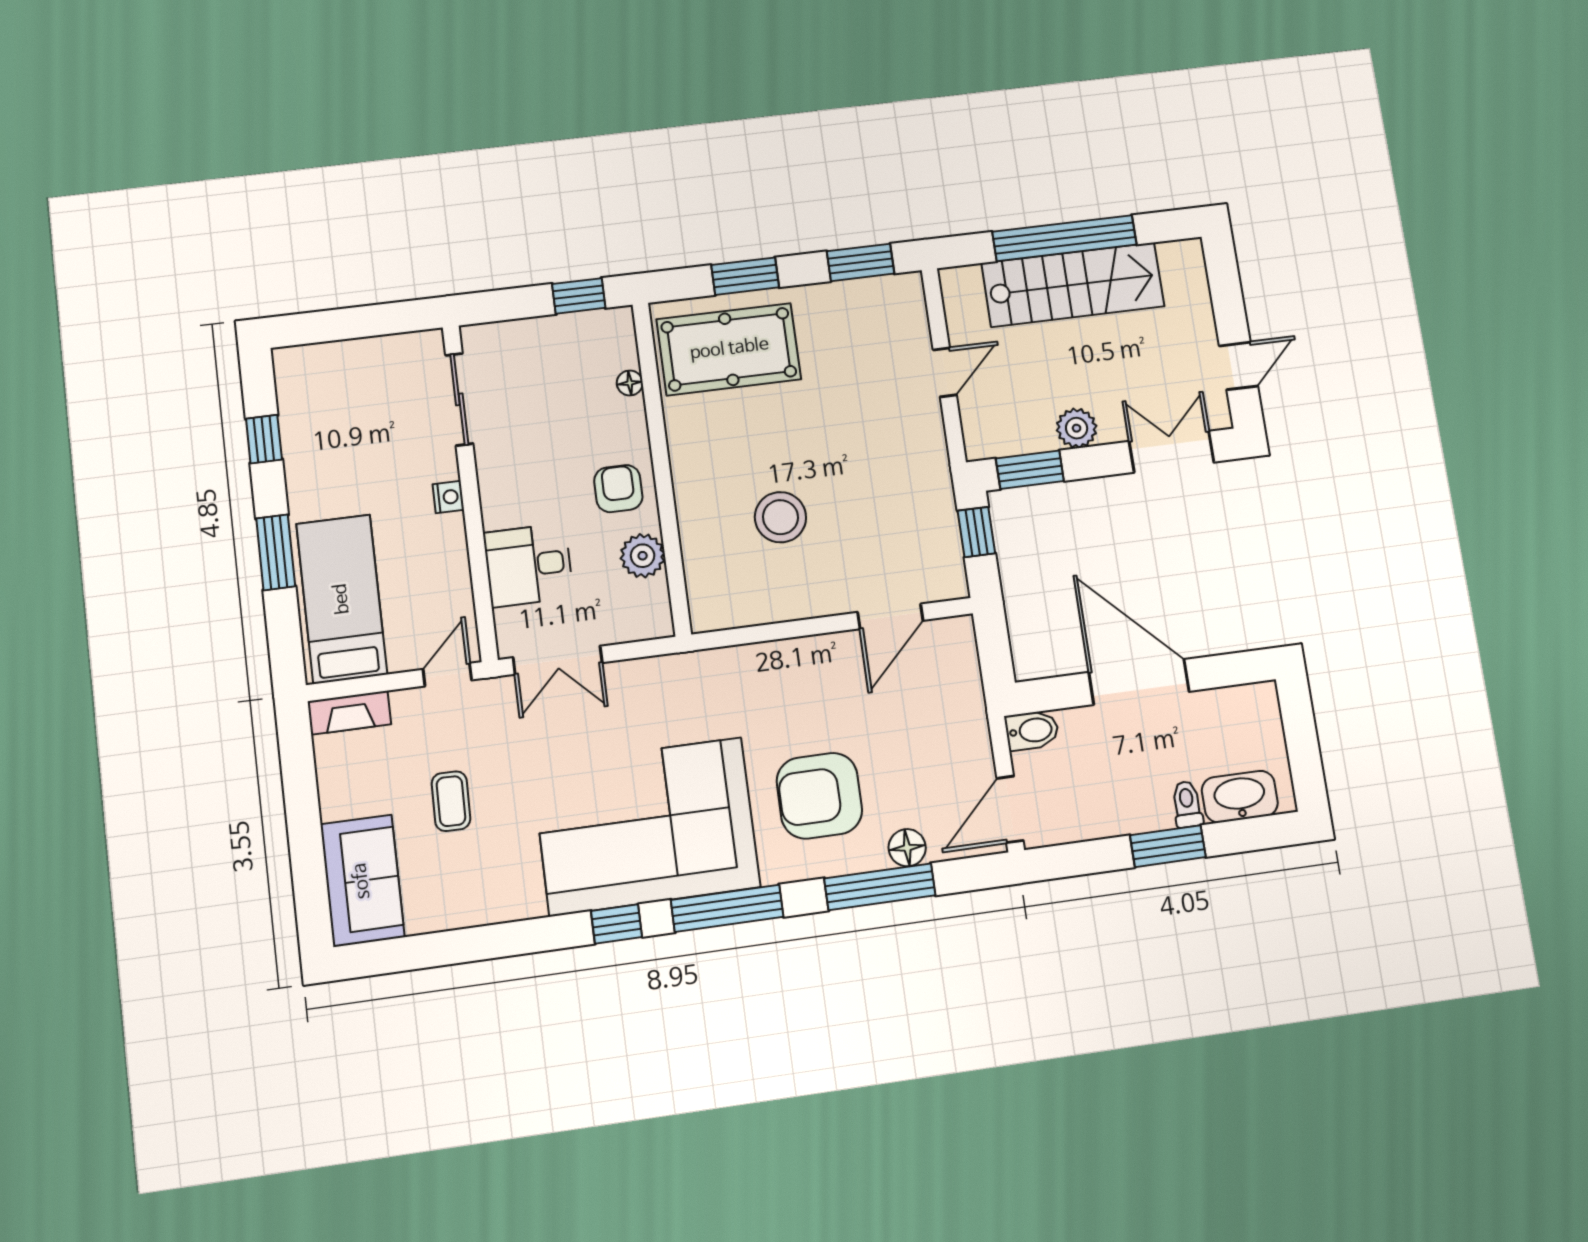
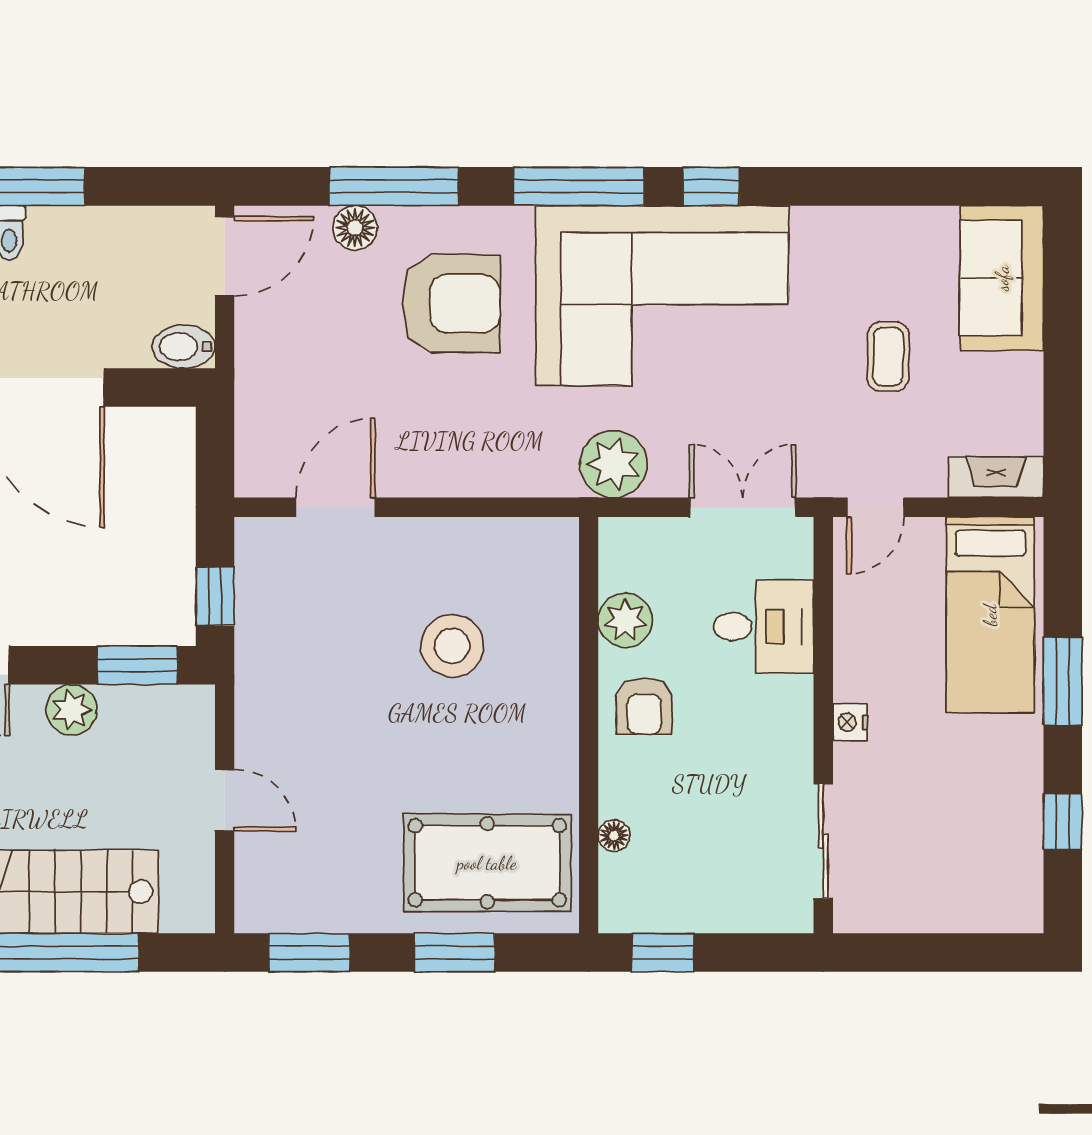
door: (945, 372) -> (225, 800), swing flipped
plant: (668, 682) -> (614, 464), added

